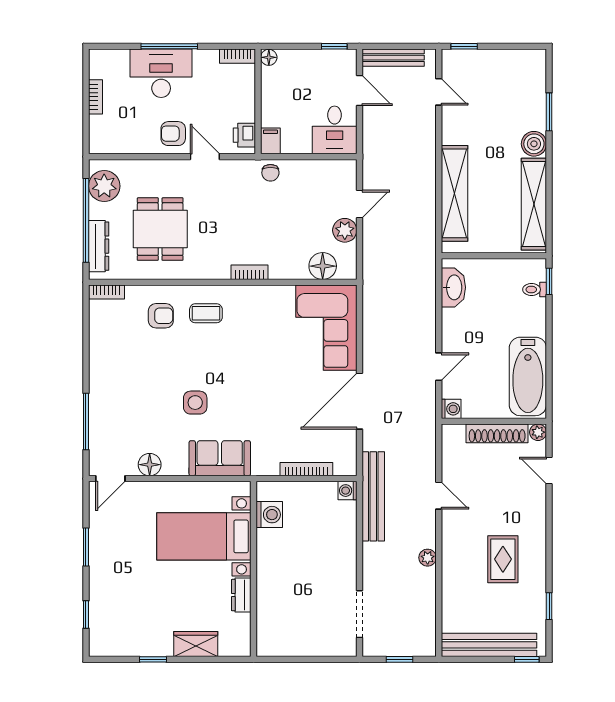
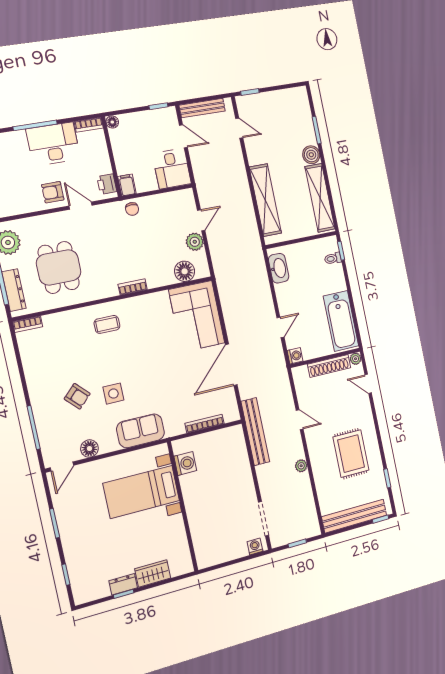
desk: (161, 73) -> (53, 144), moved
armchair: (161, 316) -> (77, 396), moved, turned 46
washing machine: (347, 491) -> (255, 547), moved, turned 90
rug: (503, 559) -> (351, 454), width x1.36, depth x1.43
dresser: (241, 595) -> (123, 584), moved, turned 90

